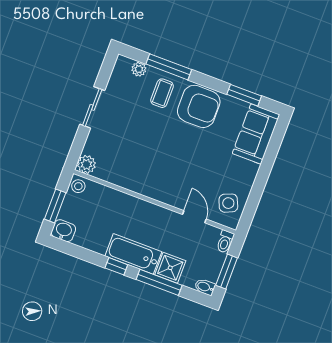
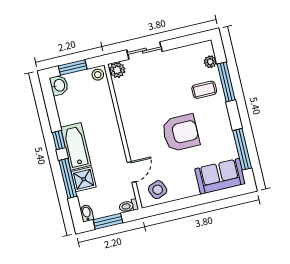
window: (244, 95) -> (242, 149), width x1.44
armchair: (199, 106) -> (181, 133), moved, turned -90
sliding door: (92, 107) -> (144, 51), moved

